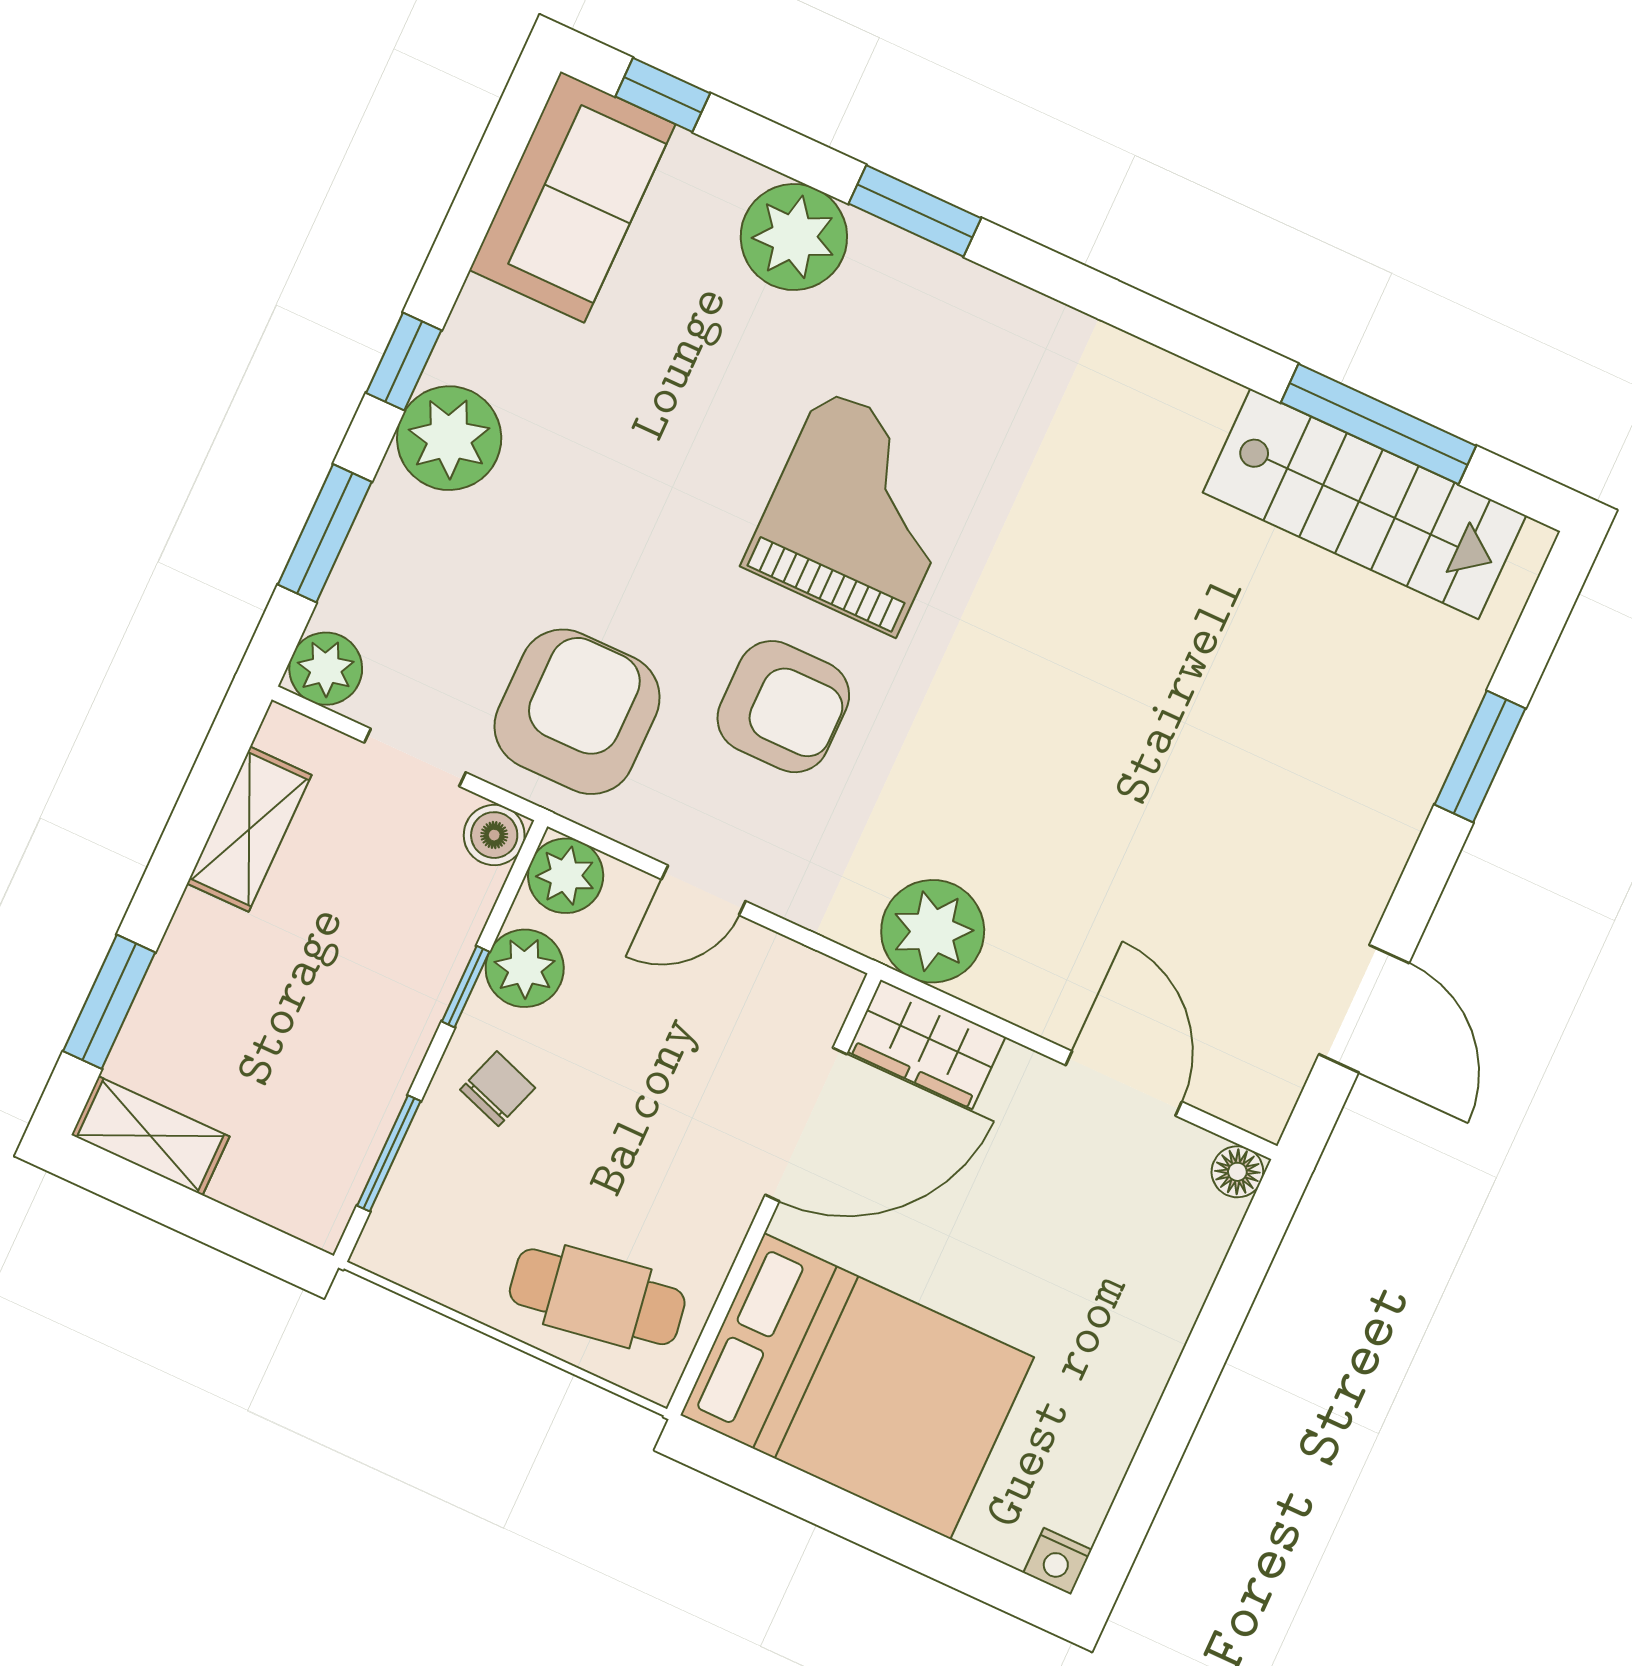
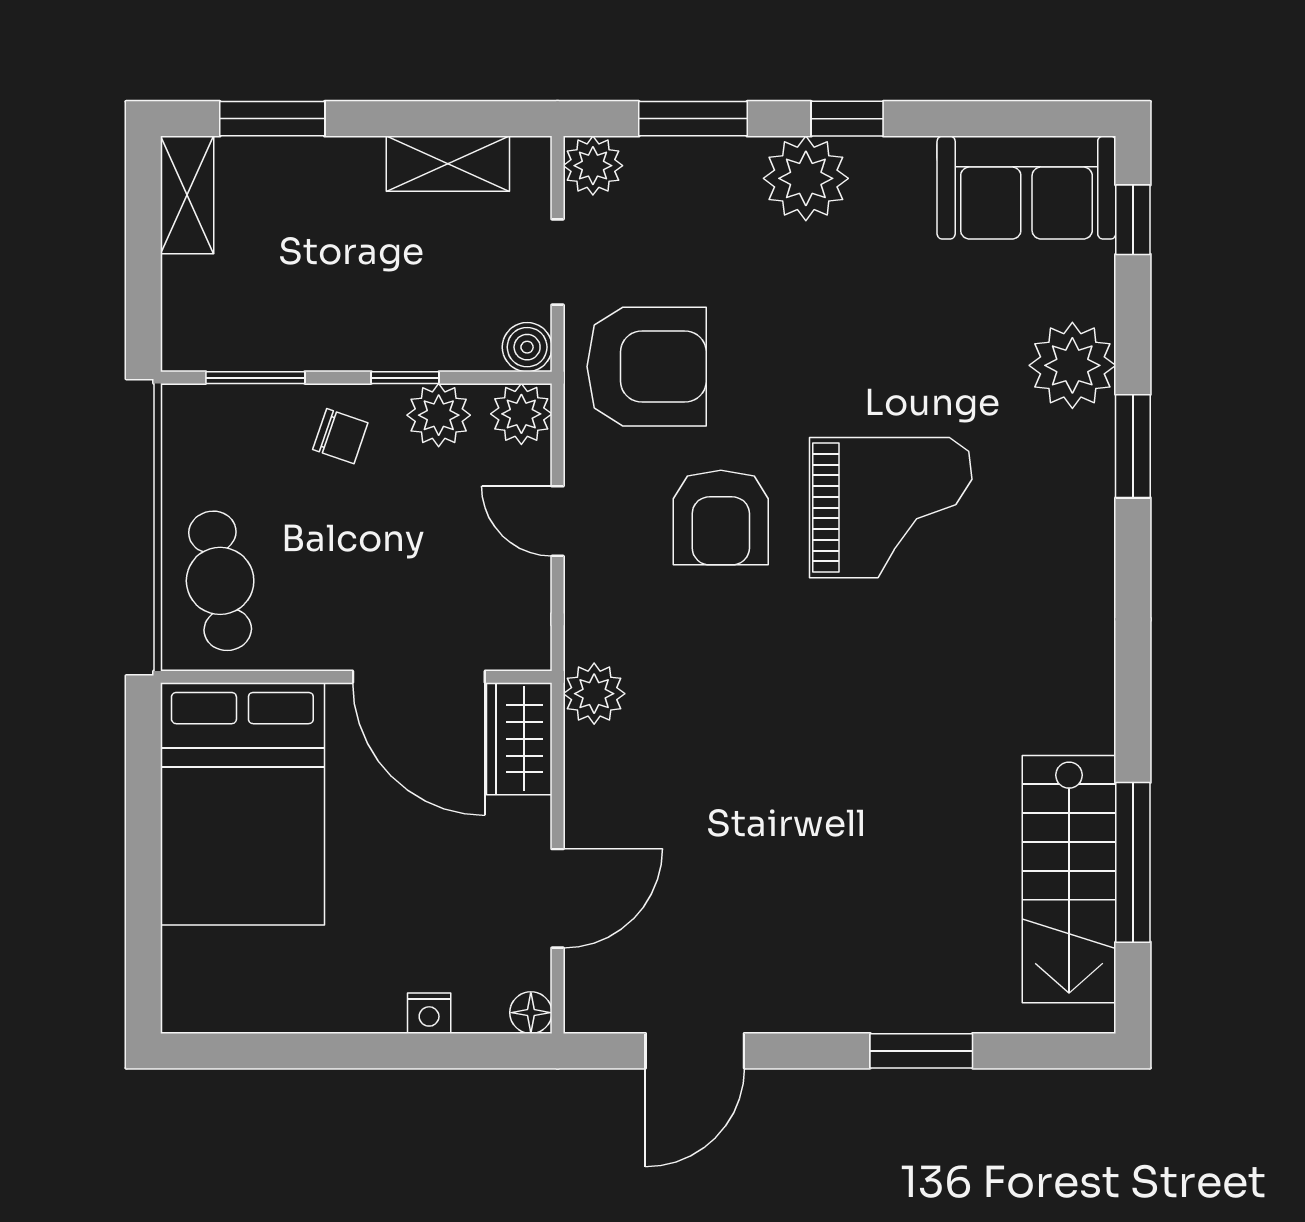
plant: (933, 931) -> (594, 694), width x0.73, depth x0.73
nightstand: (1057, 1561) -> (429, 1013), moved, turned -90

